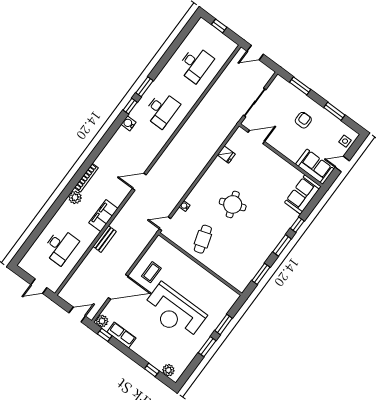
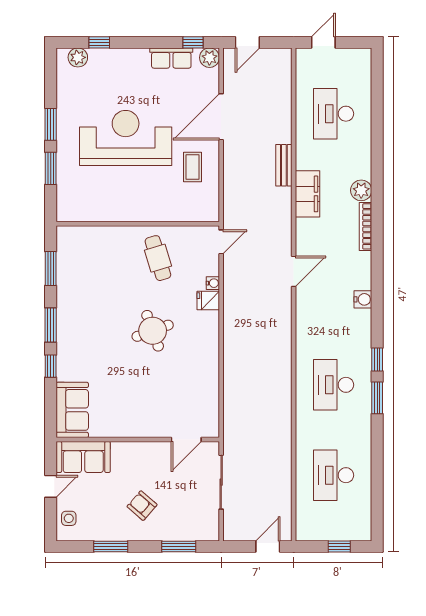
armchair: (303, 120) -> (142, 506), turned 131
water cooler: (128, 123) -> (363, 299), moved
fridge: (226, 154) -> (208, 300), moved

